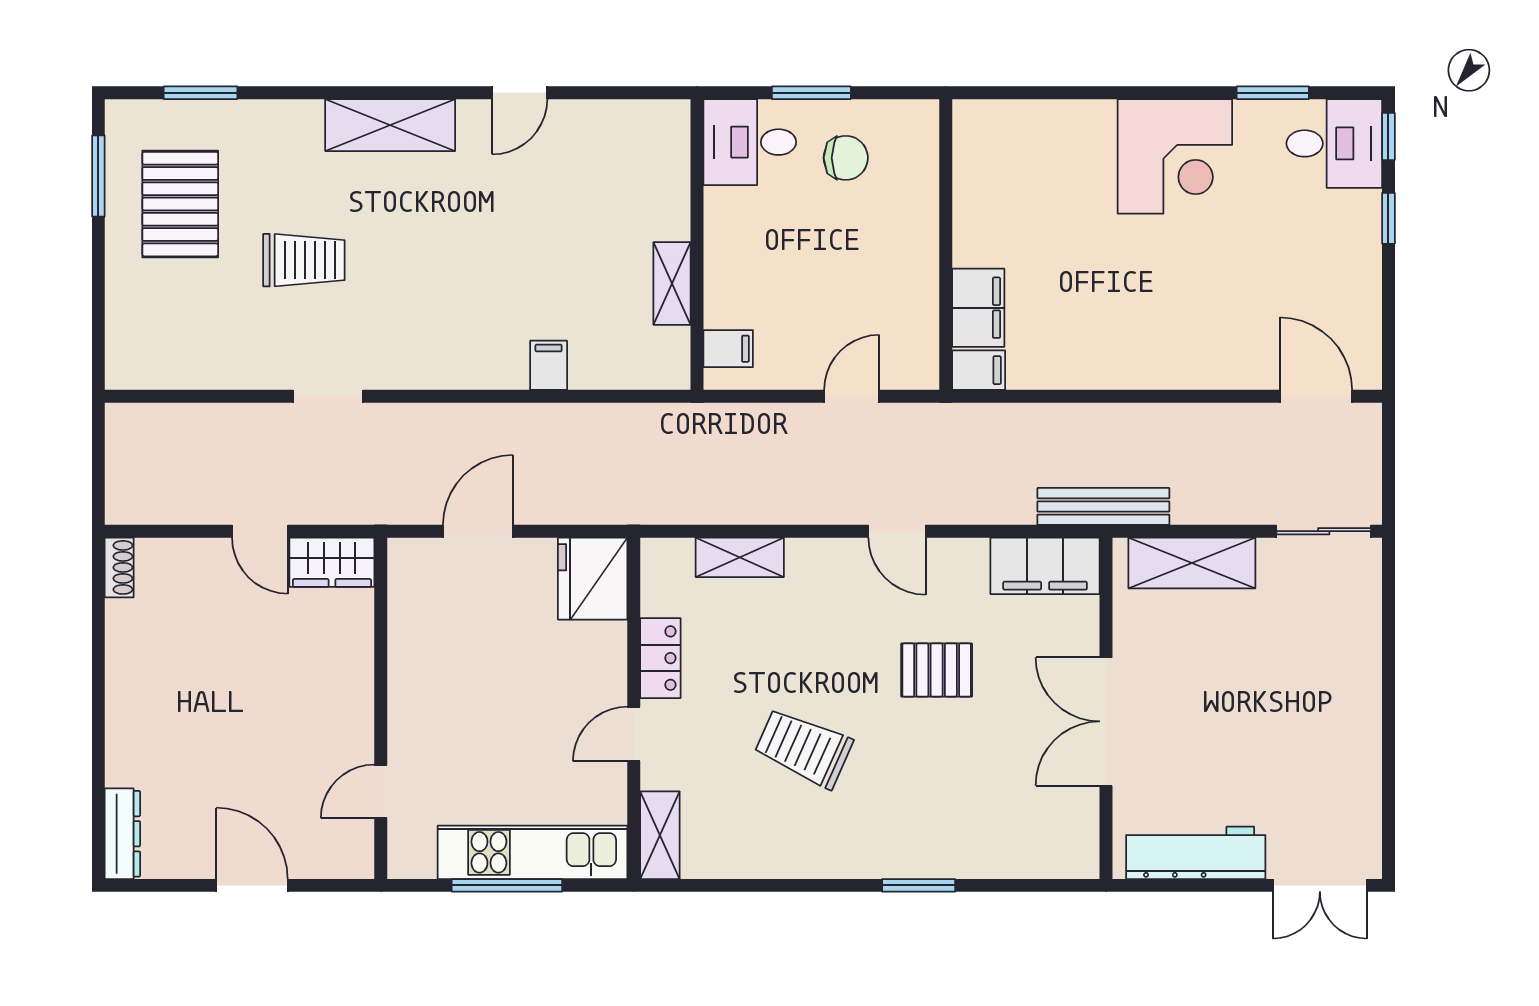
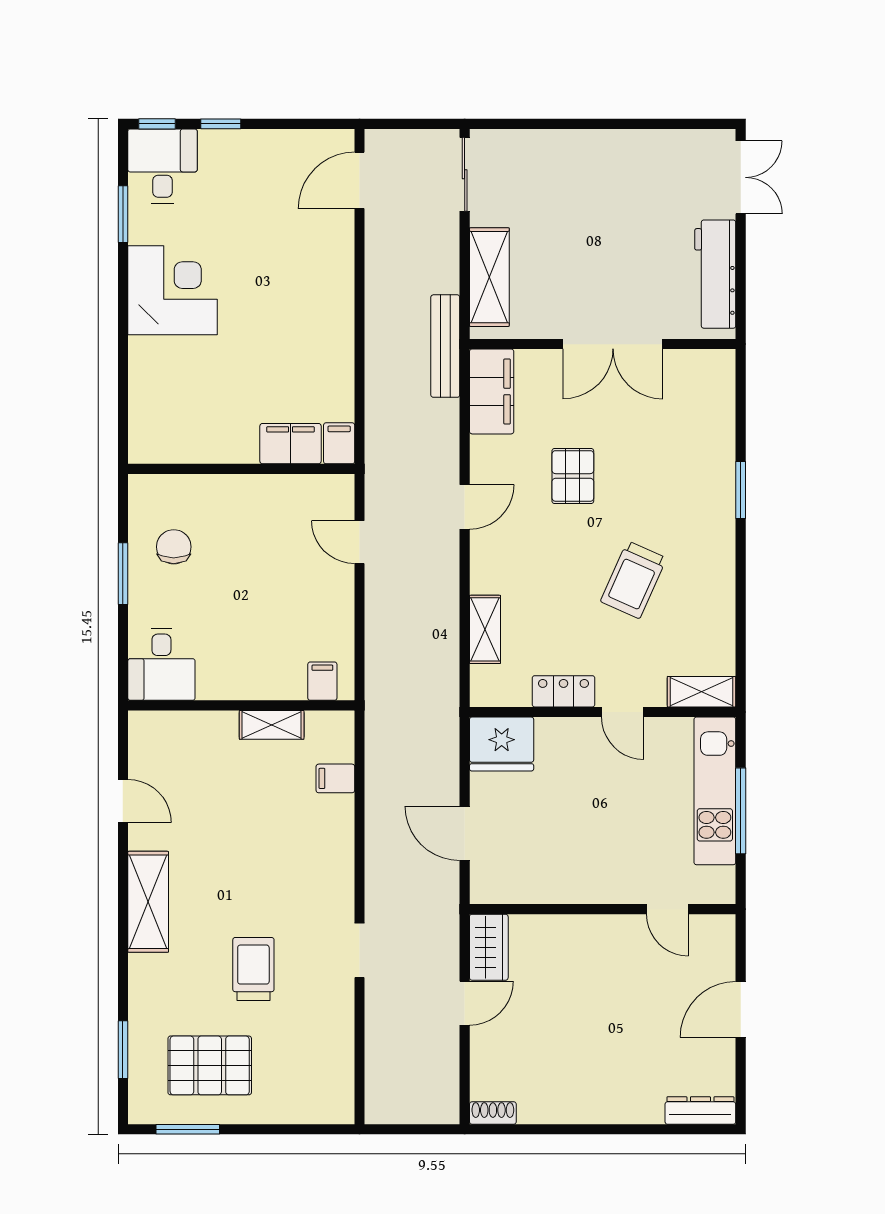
desk: (750, 142) -> (161, 664), moved
wall: (697, 245) -> (241, 705), moved
shelving: (672, 283) -> (272, 725), moved
filing cabinet: (728, 349) -> (322, 681), moved

